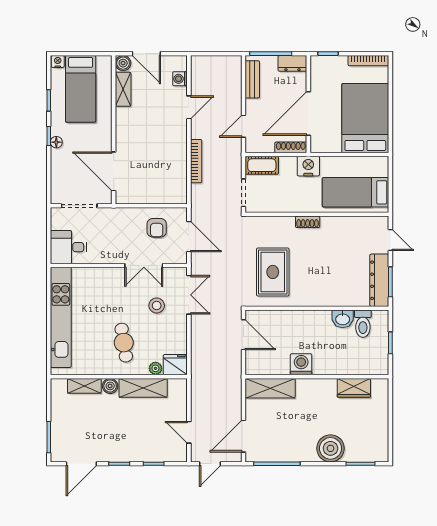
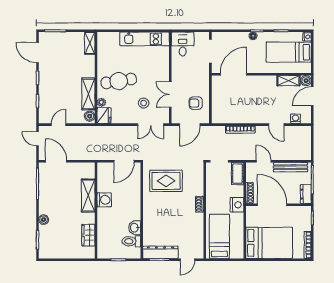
bench: (252, 79) -> (291, 167), width x1.36
kitchen unit: (61, 317) -> (145, 39), width x0.73
cafe table: (124, 343) -> (119, 81), width x1.37, depth x1.35
shelving: (84, 386) -> (90, 43), moved
boiler: (110, 386) -> (90, 116), moved
shelving: (270, 388) -> (88, 196), moved
boiler: (331, 448) -> (44, 220), width x0.54, depth x0.54

